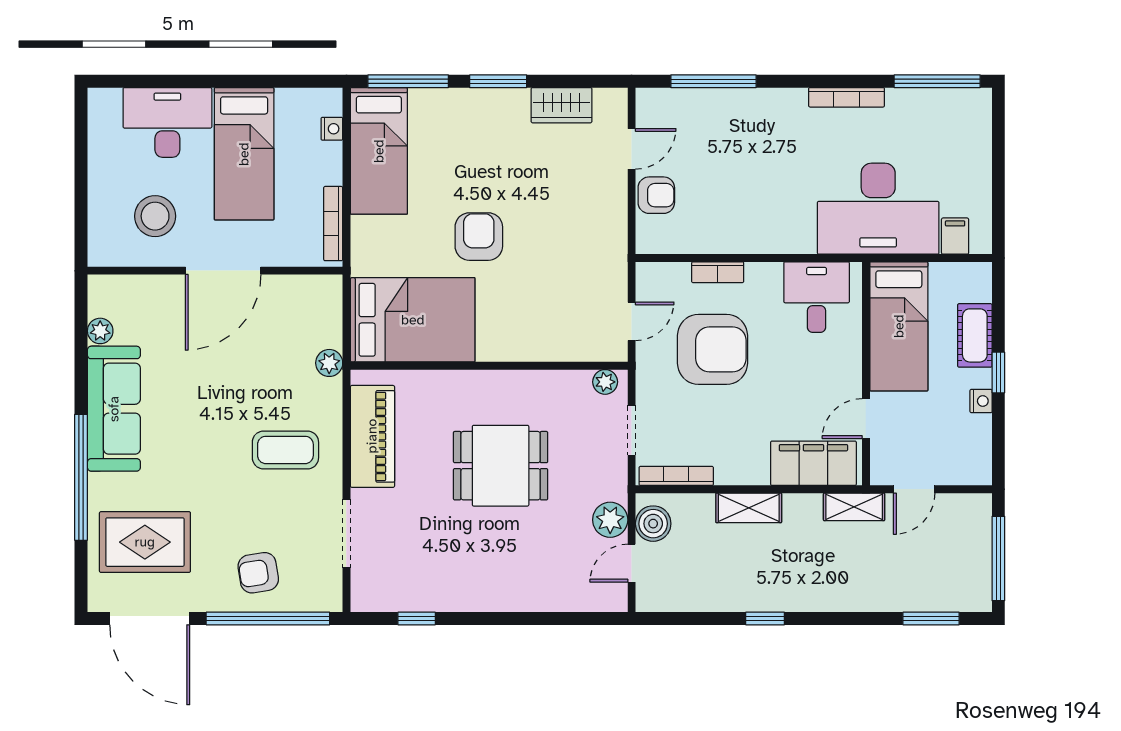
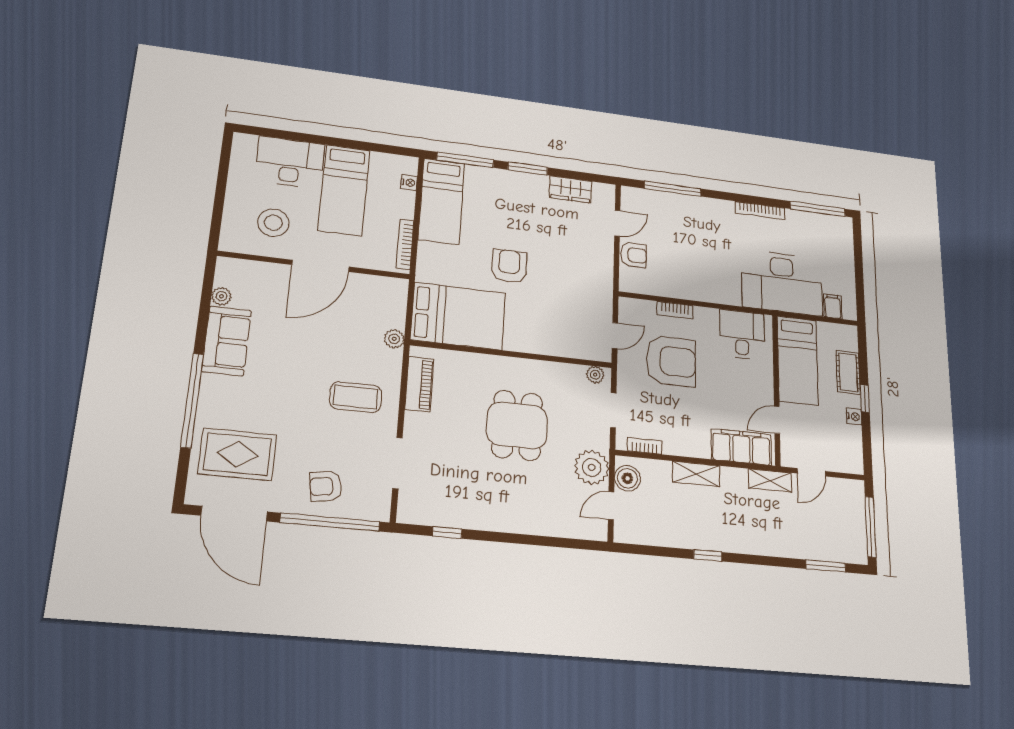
sofa: (114, 409) -> (227, 341), width x0.73
piano: (372, 436) -> (419, 384), width x0.73, depth x0.75
dining table: (501, 466) -> (517, 425), turned 90
bookcase: (676, 476) -> (645, 446), width x0.64
plant: (610, 520) -> (592, 467), width x1.36, depth x1.36

